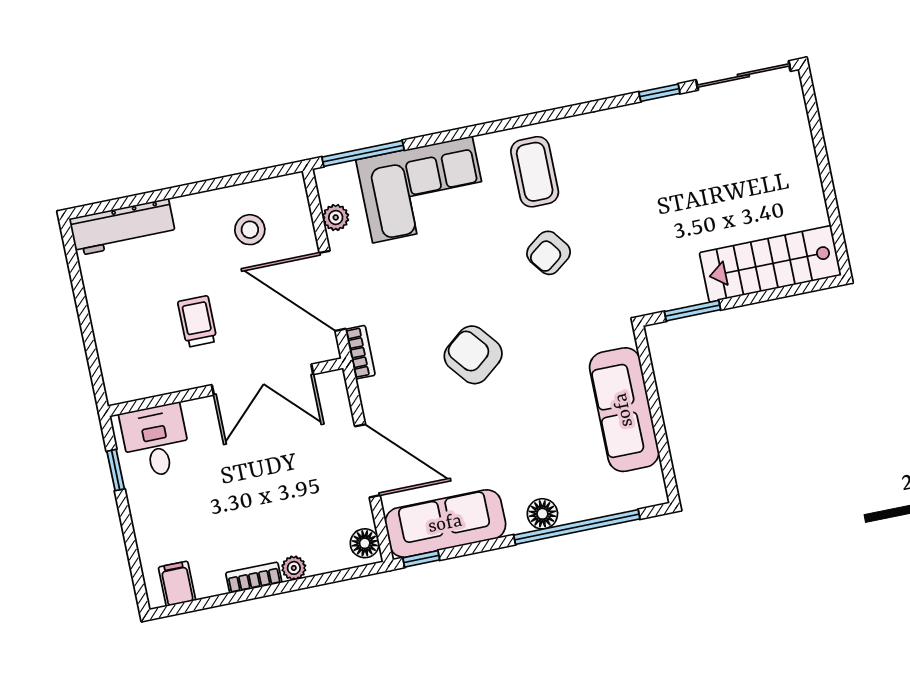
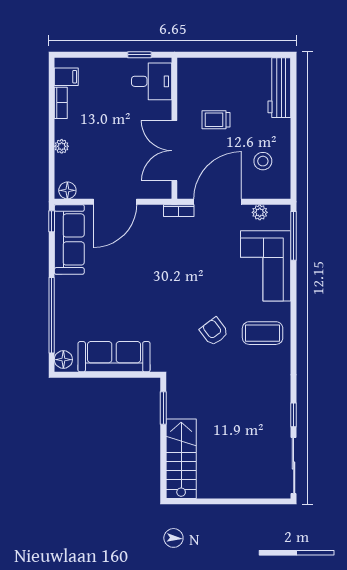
trolley: (197, 321) -> (216, 120), turned 180
armchair: (473, 355) -> (164, 276), removed
floor lamp: (542, 514) -> (63, 360), moved
bookcase: (254, 578) -> (61, 103), moved

